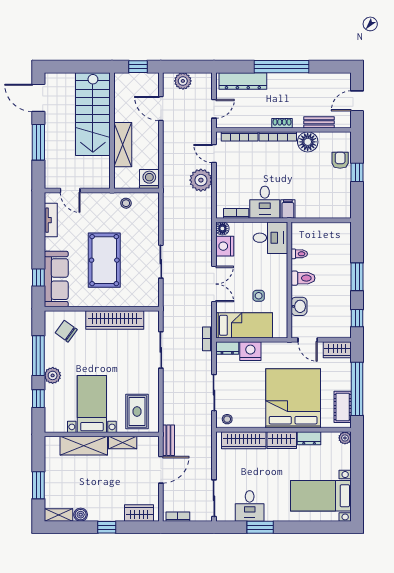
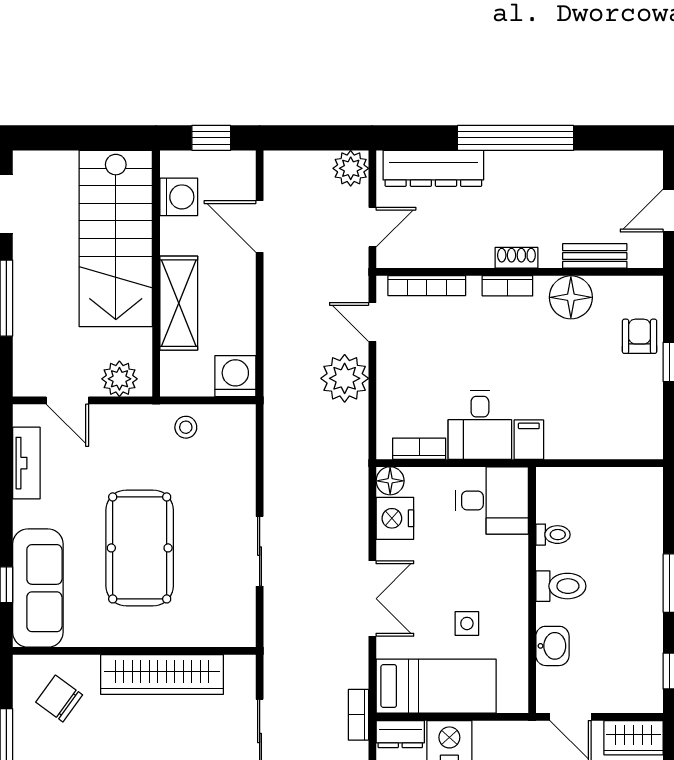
plant: (183, 81) -> (351, 168), moved
washing machine: (123, 94) -> (179, 197), added
bookcase: (278, 136) -> (507, 286), width x0.64
plant: (95, 180) -> (119, 379), added

